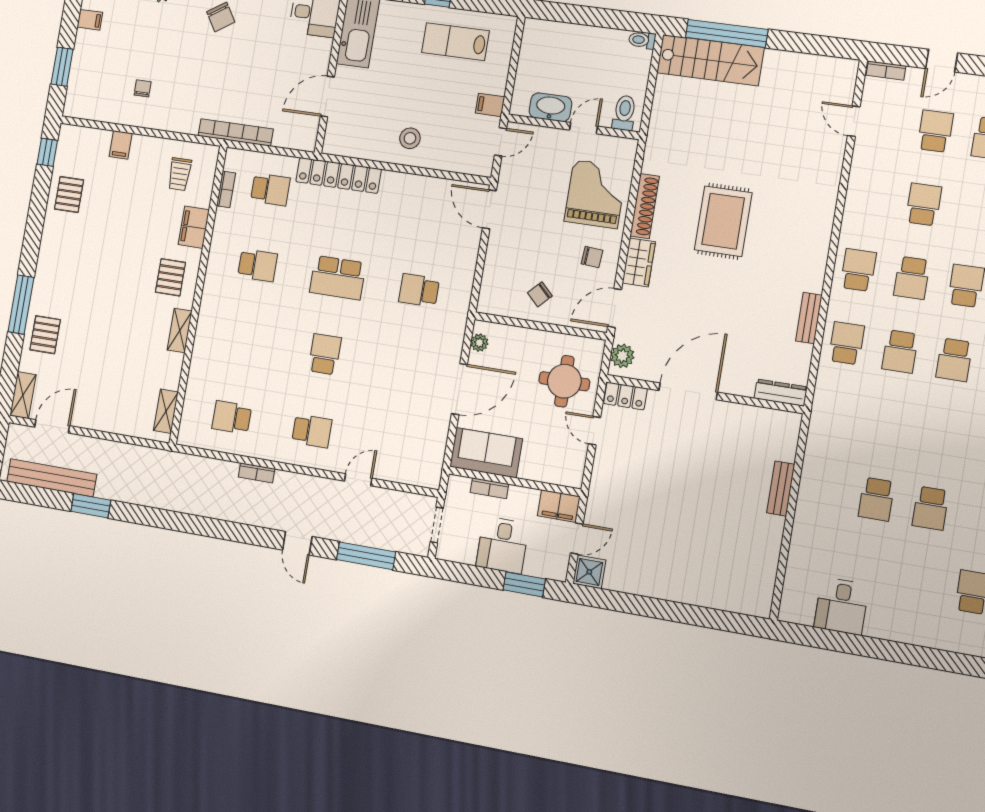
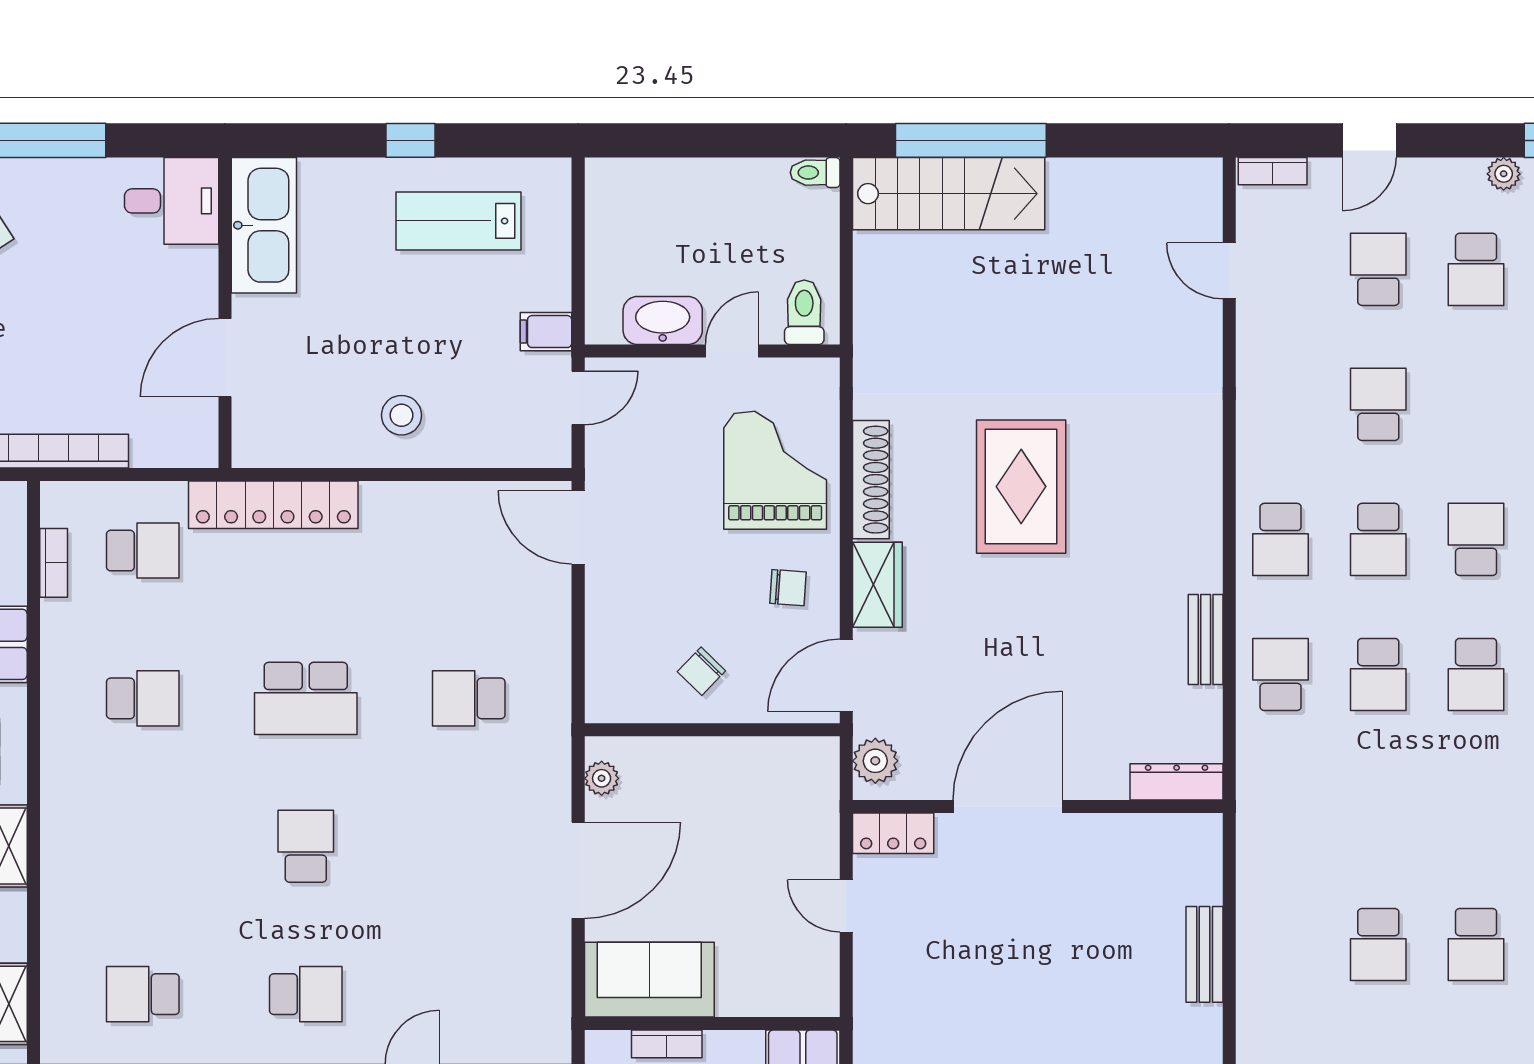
school desk: (858, 270) -> (1281, 539), turned 180
round table: (564, 381) -> (775, 824), removed

